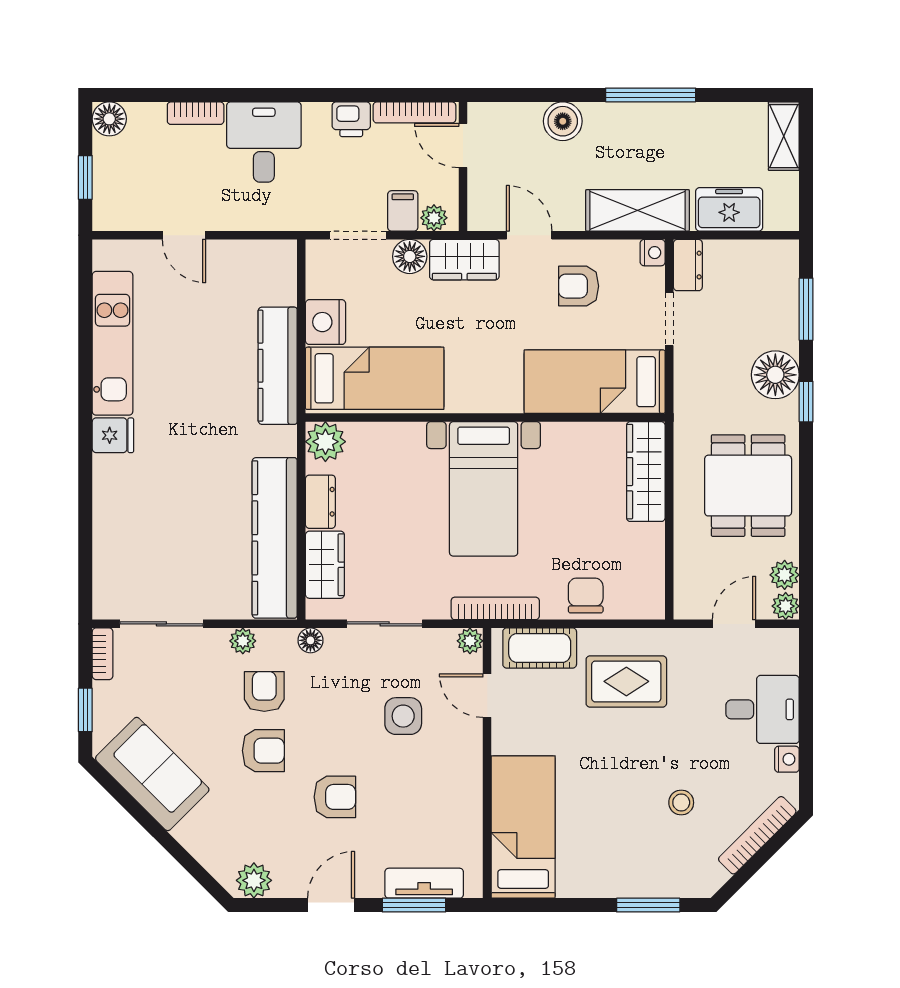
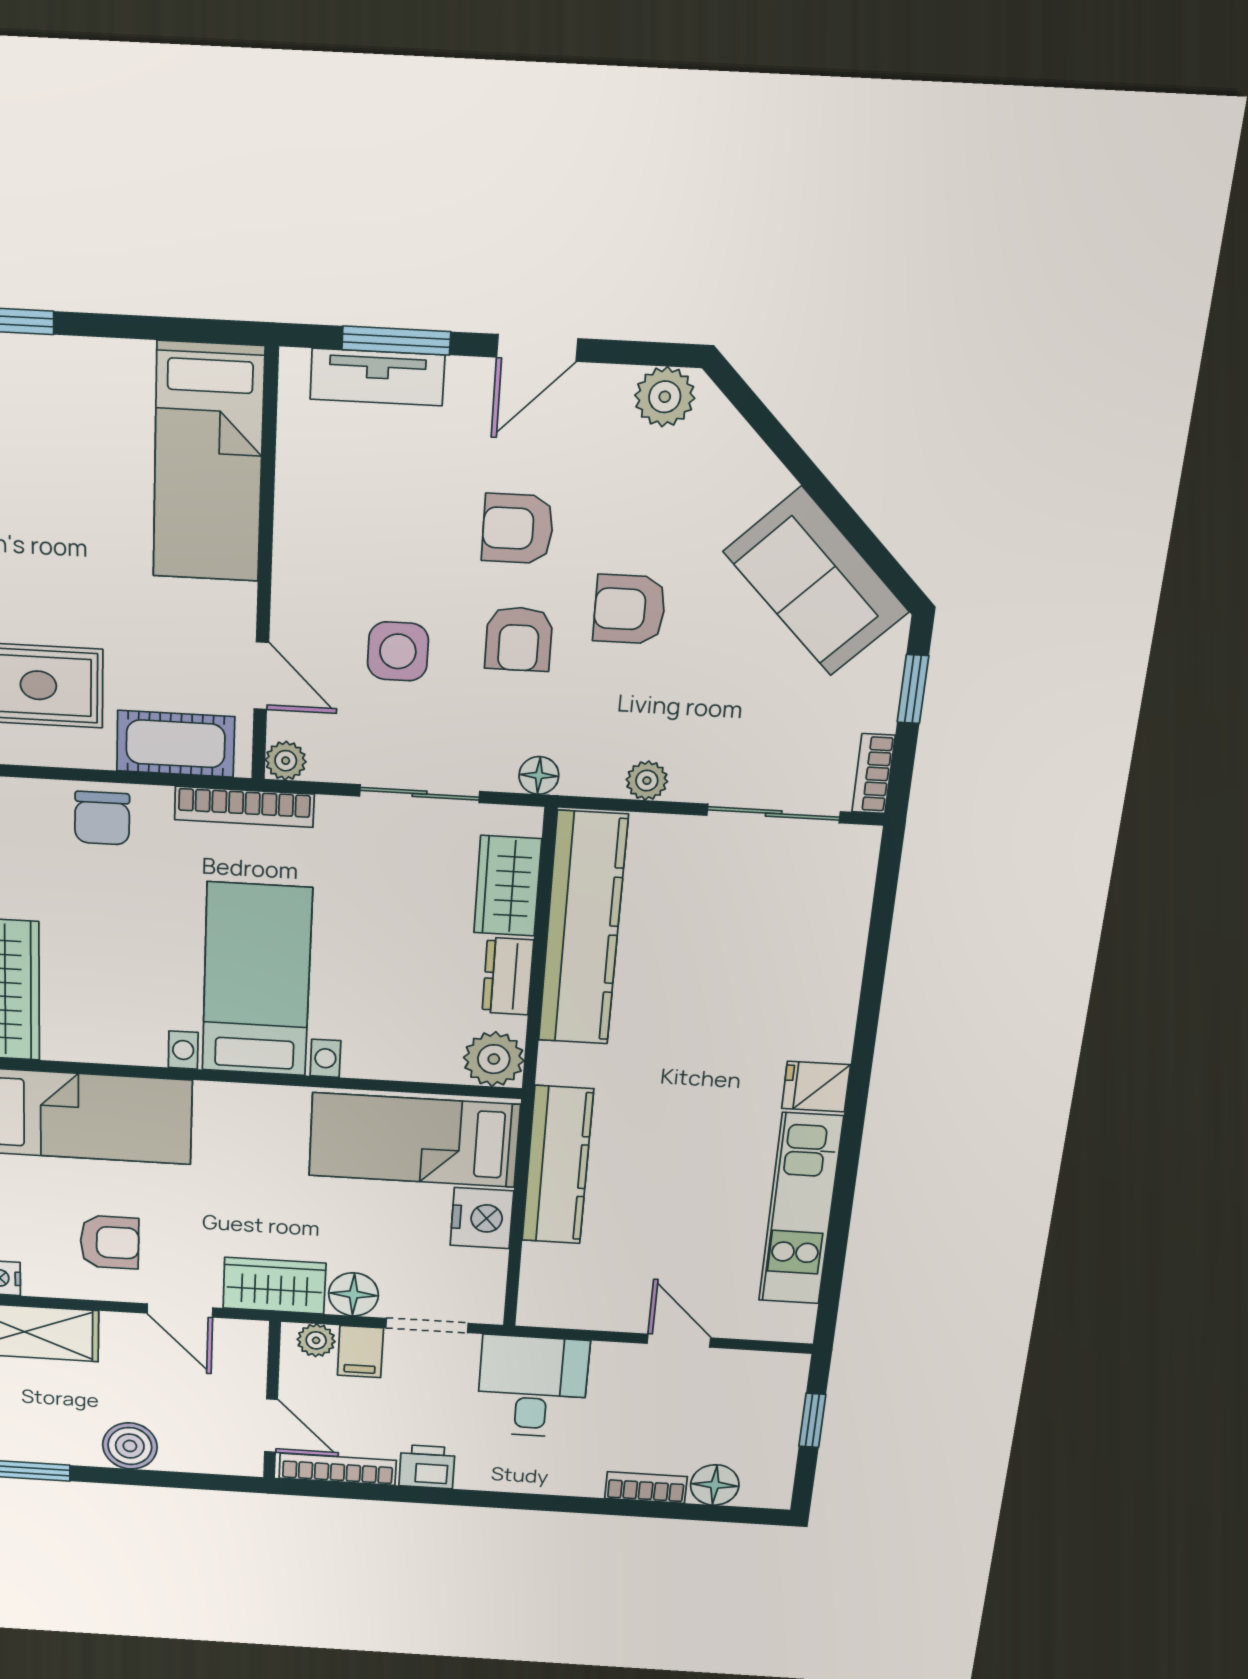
floor lamp: (109, 119) -> (715, 1485), moved
desk: (264, 142) -> (532, 1387), moved, turned 180
armchair: (264, 691) -> (519, 639), moved

